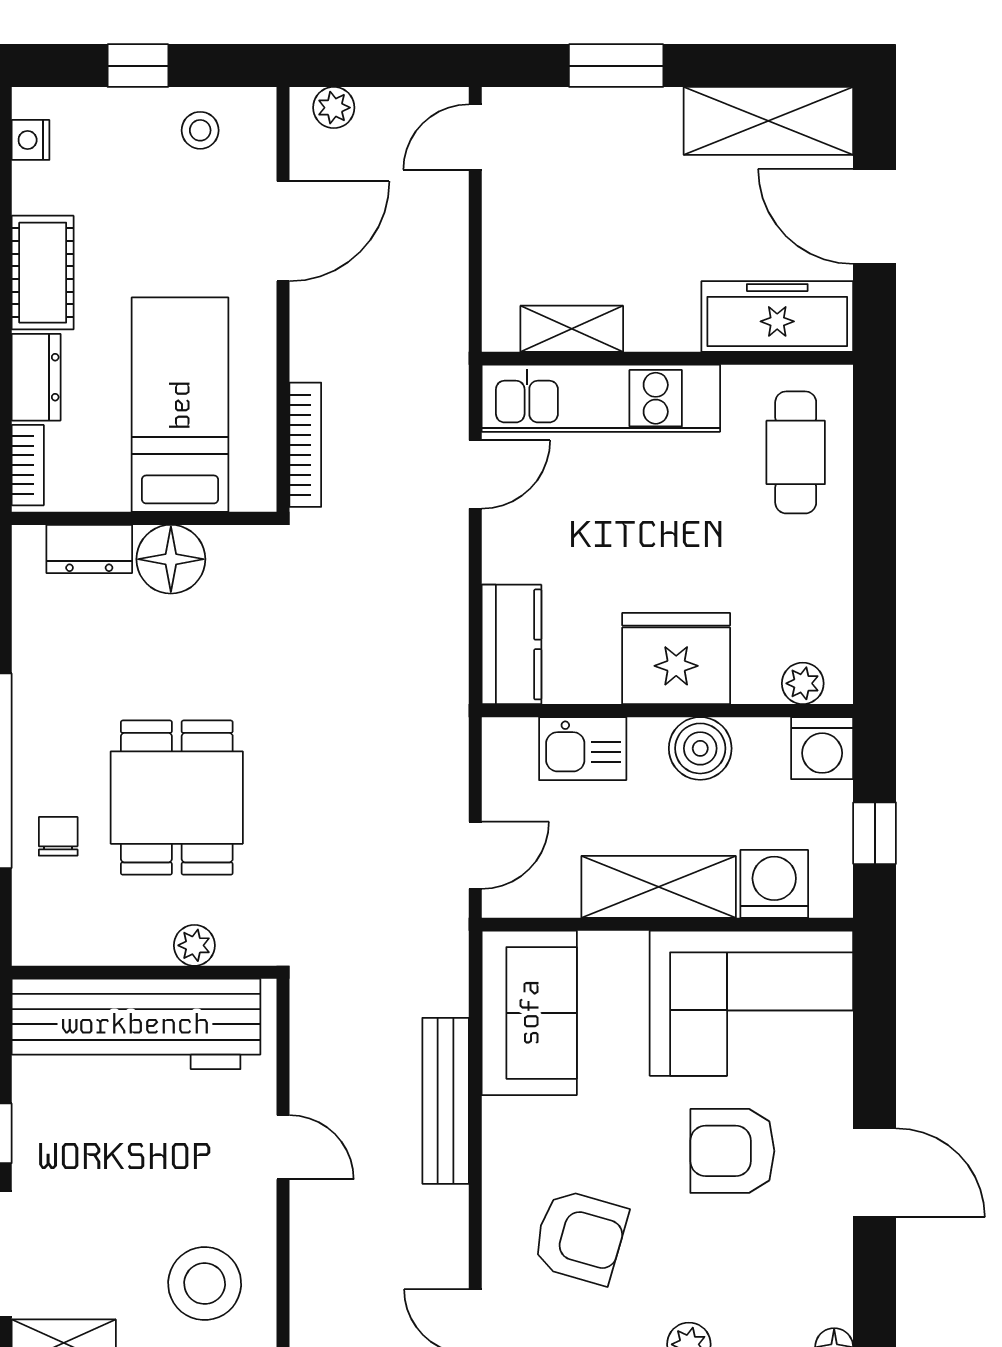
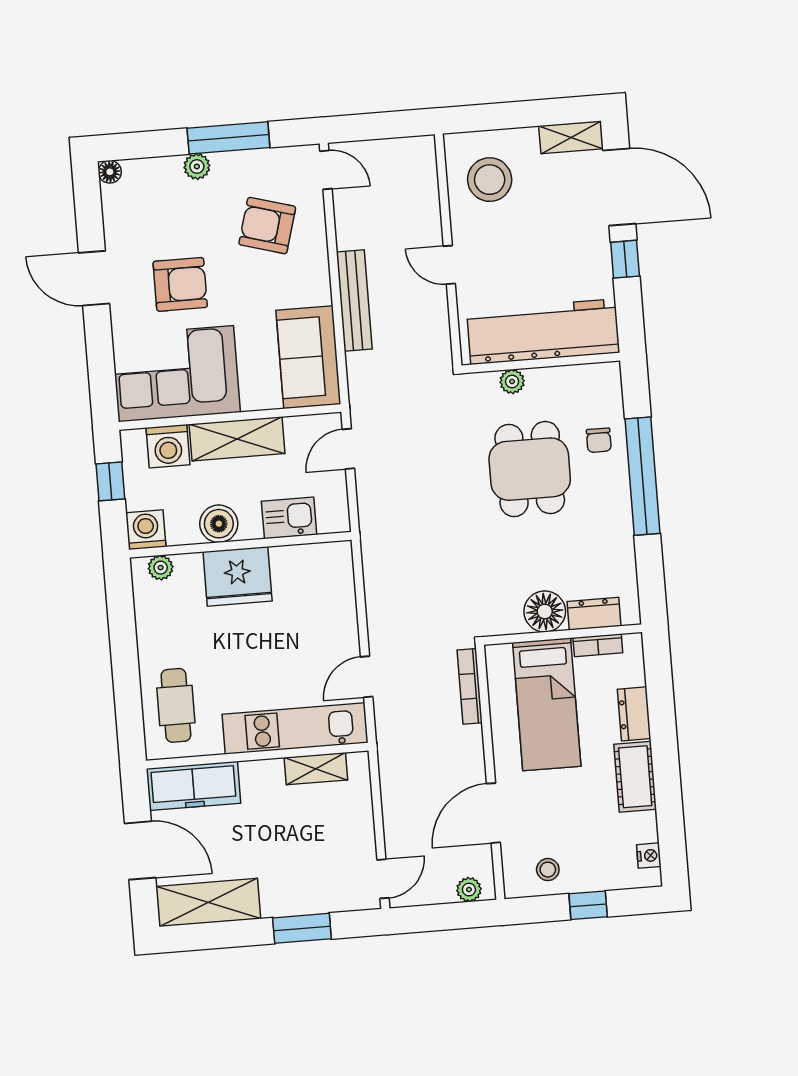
bookcase: (28, 465) -> (598, 645), moved, turned -90
kitchen counter: (511, 644) -> (337, 577), removed

